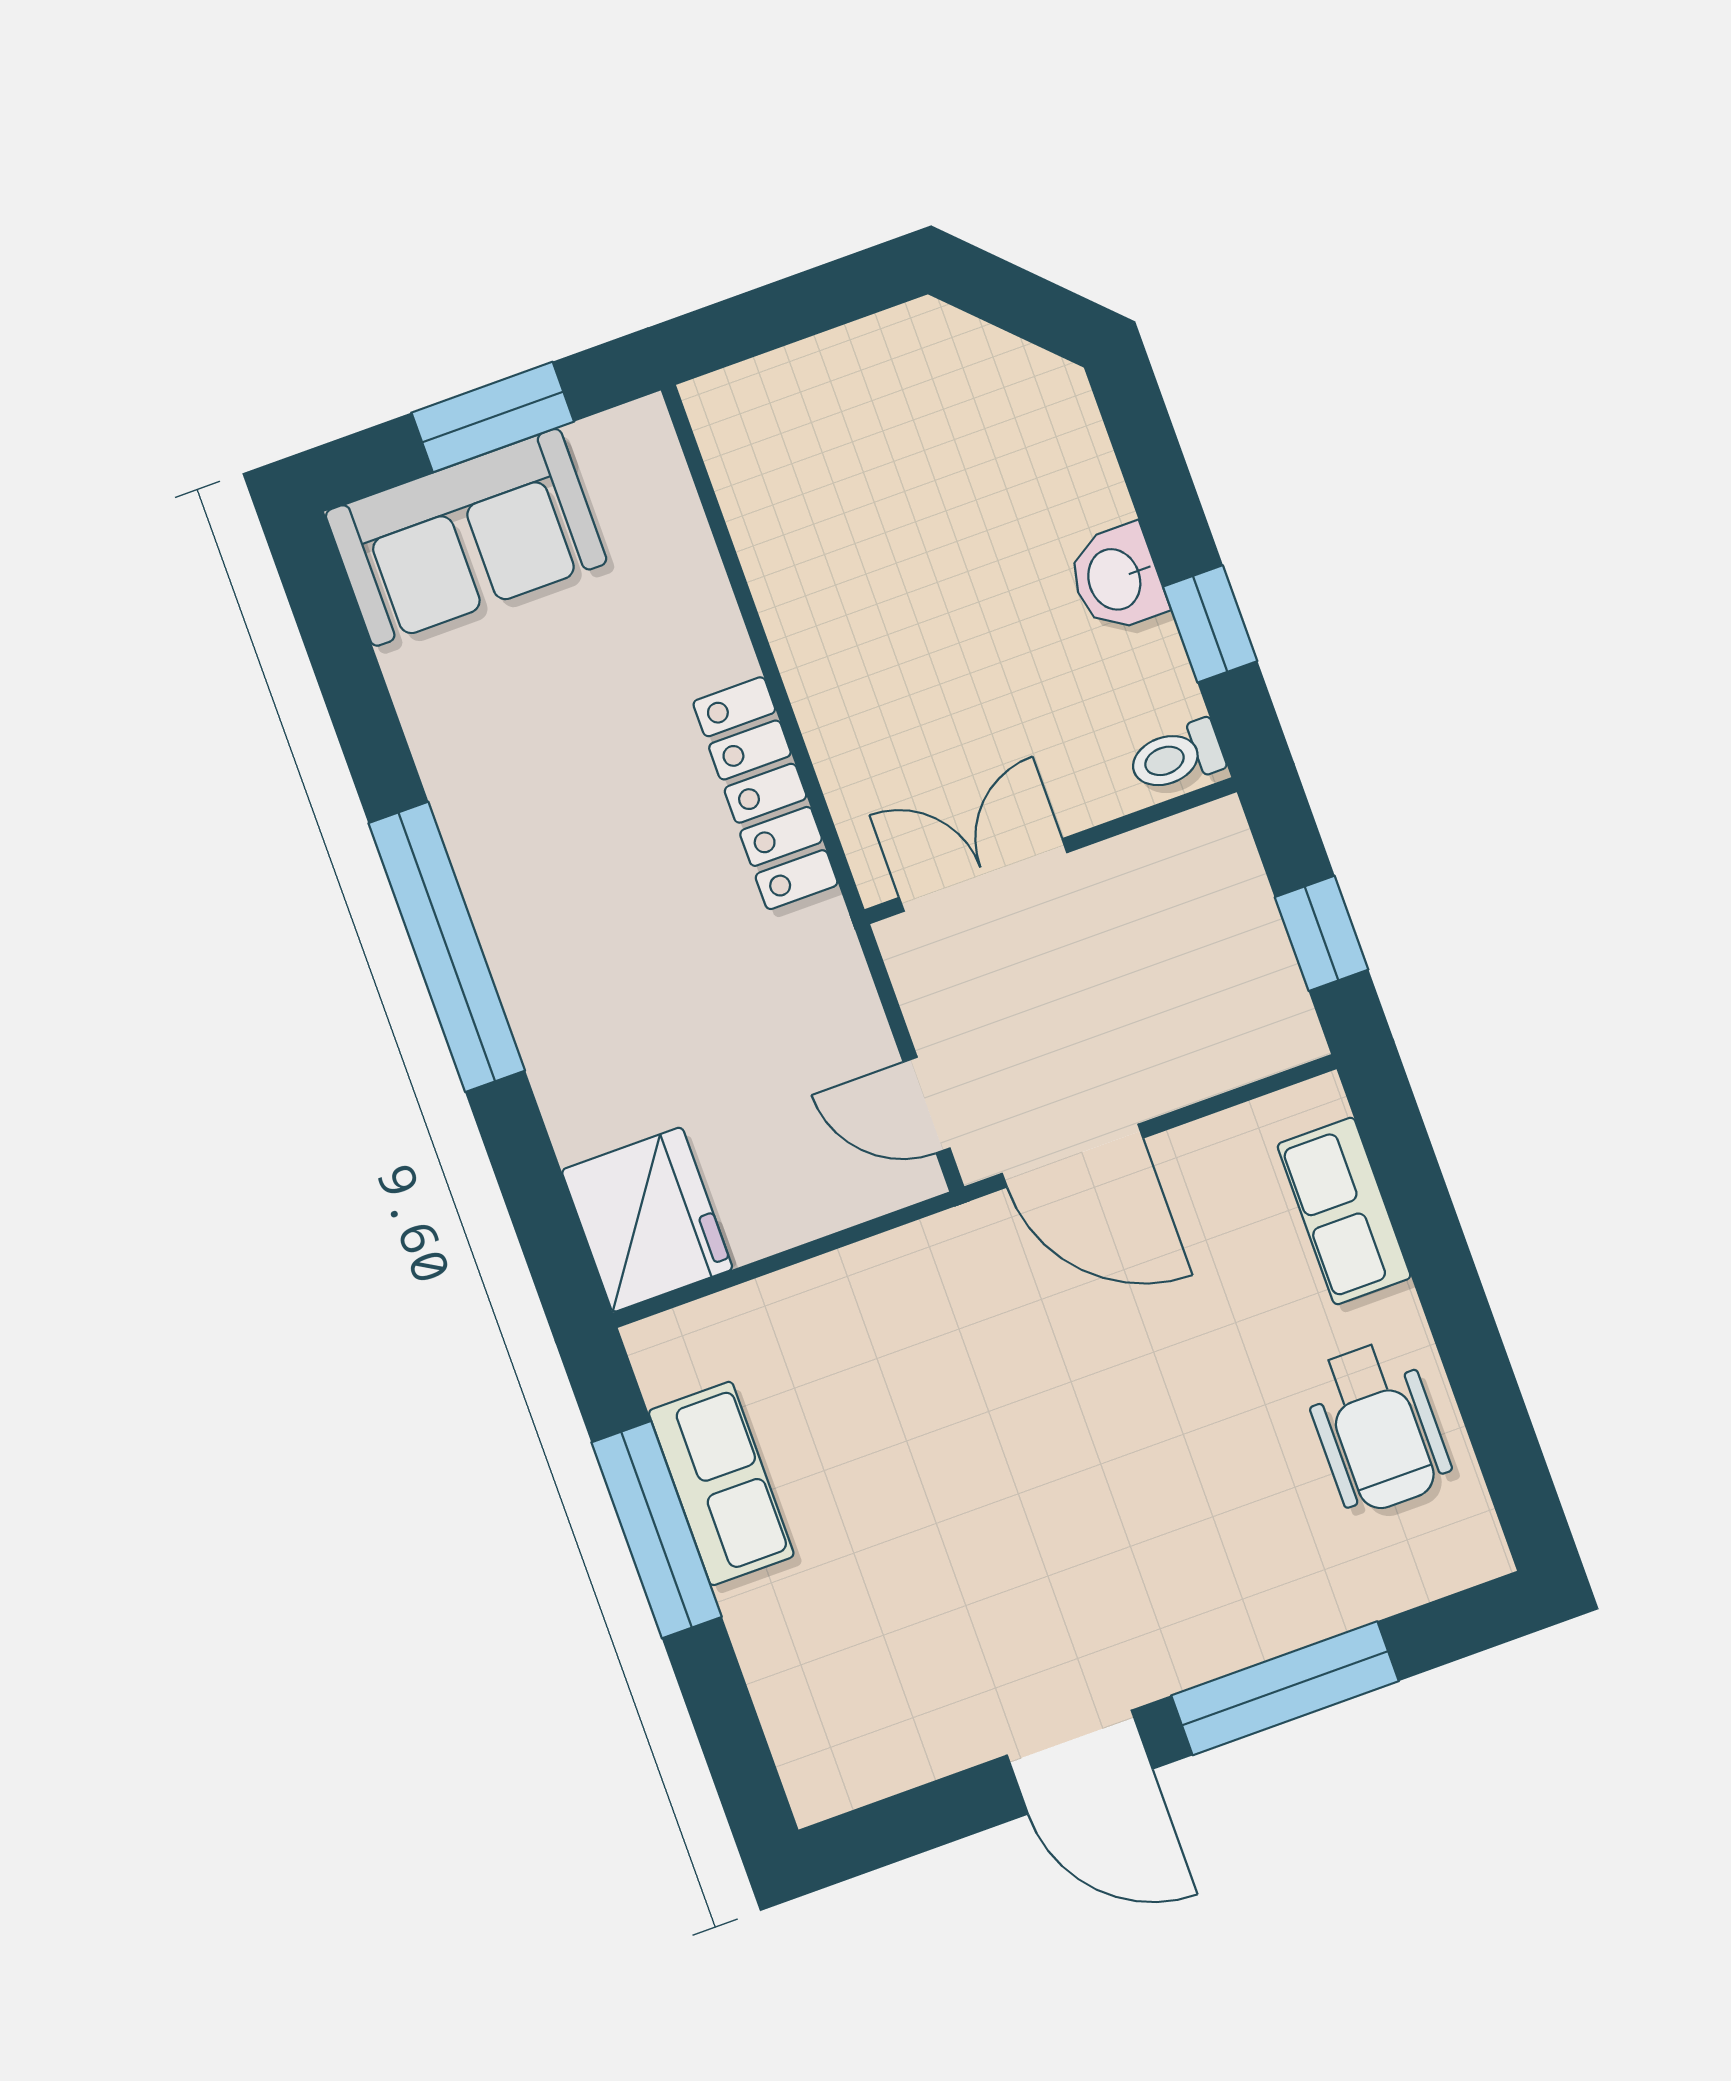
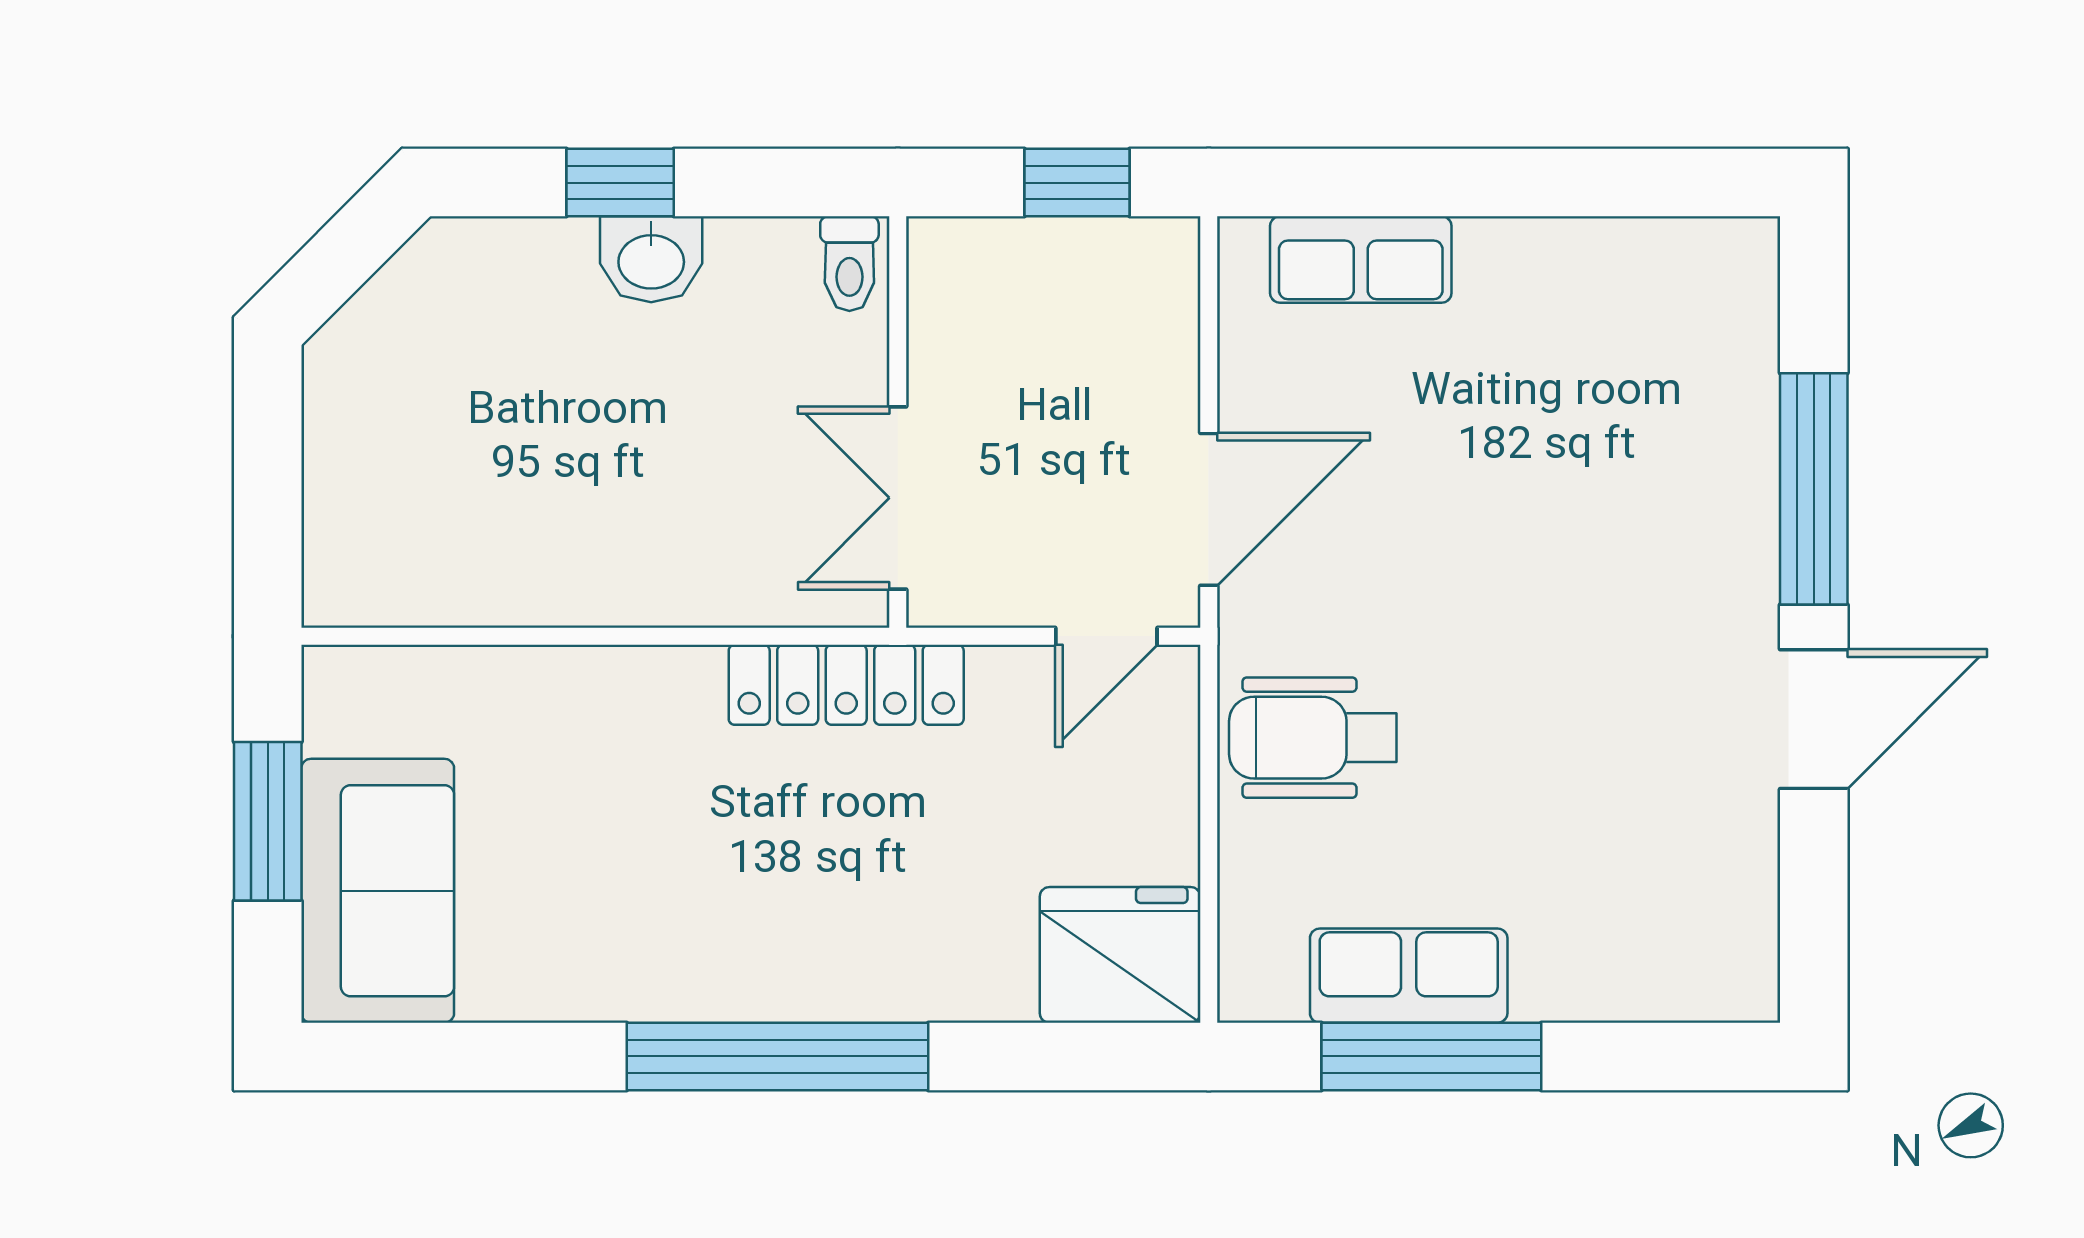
window: (1210, 624) -> (620, 183), moved
locker: (765, 793) -> (846, 685), moved
wheelchair: (1377, 1427) -> (1313, 738), moved, turned 180

